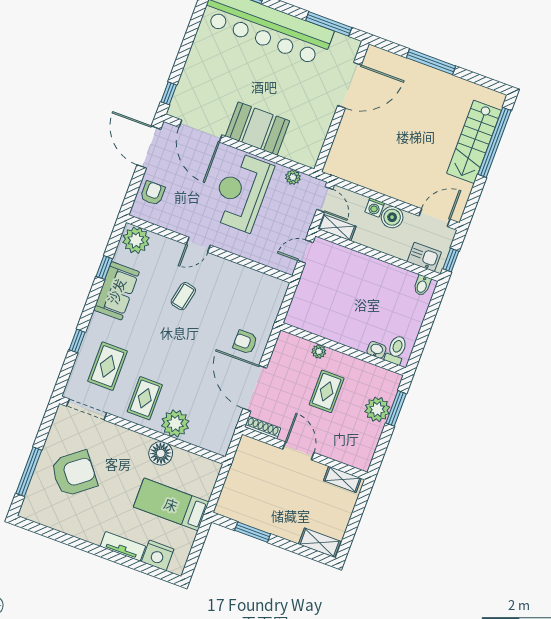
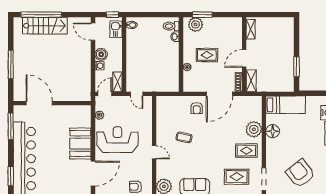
reception desk: (241, 192) -> (117, 140), turned 180
coffee table: (183, 296) -> (184, 137), moved
plant: (377, 409) -> (195, 24), moved
bed: (171, 504) -> (286, 105), moved, turned -90
shelving: (320, 543) -> (251, 81), moved

